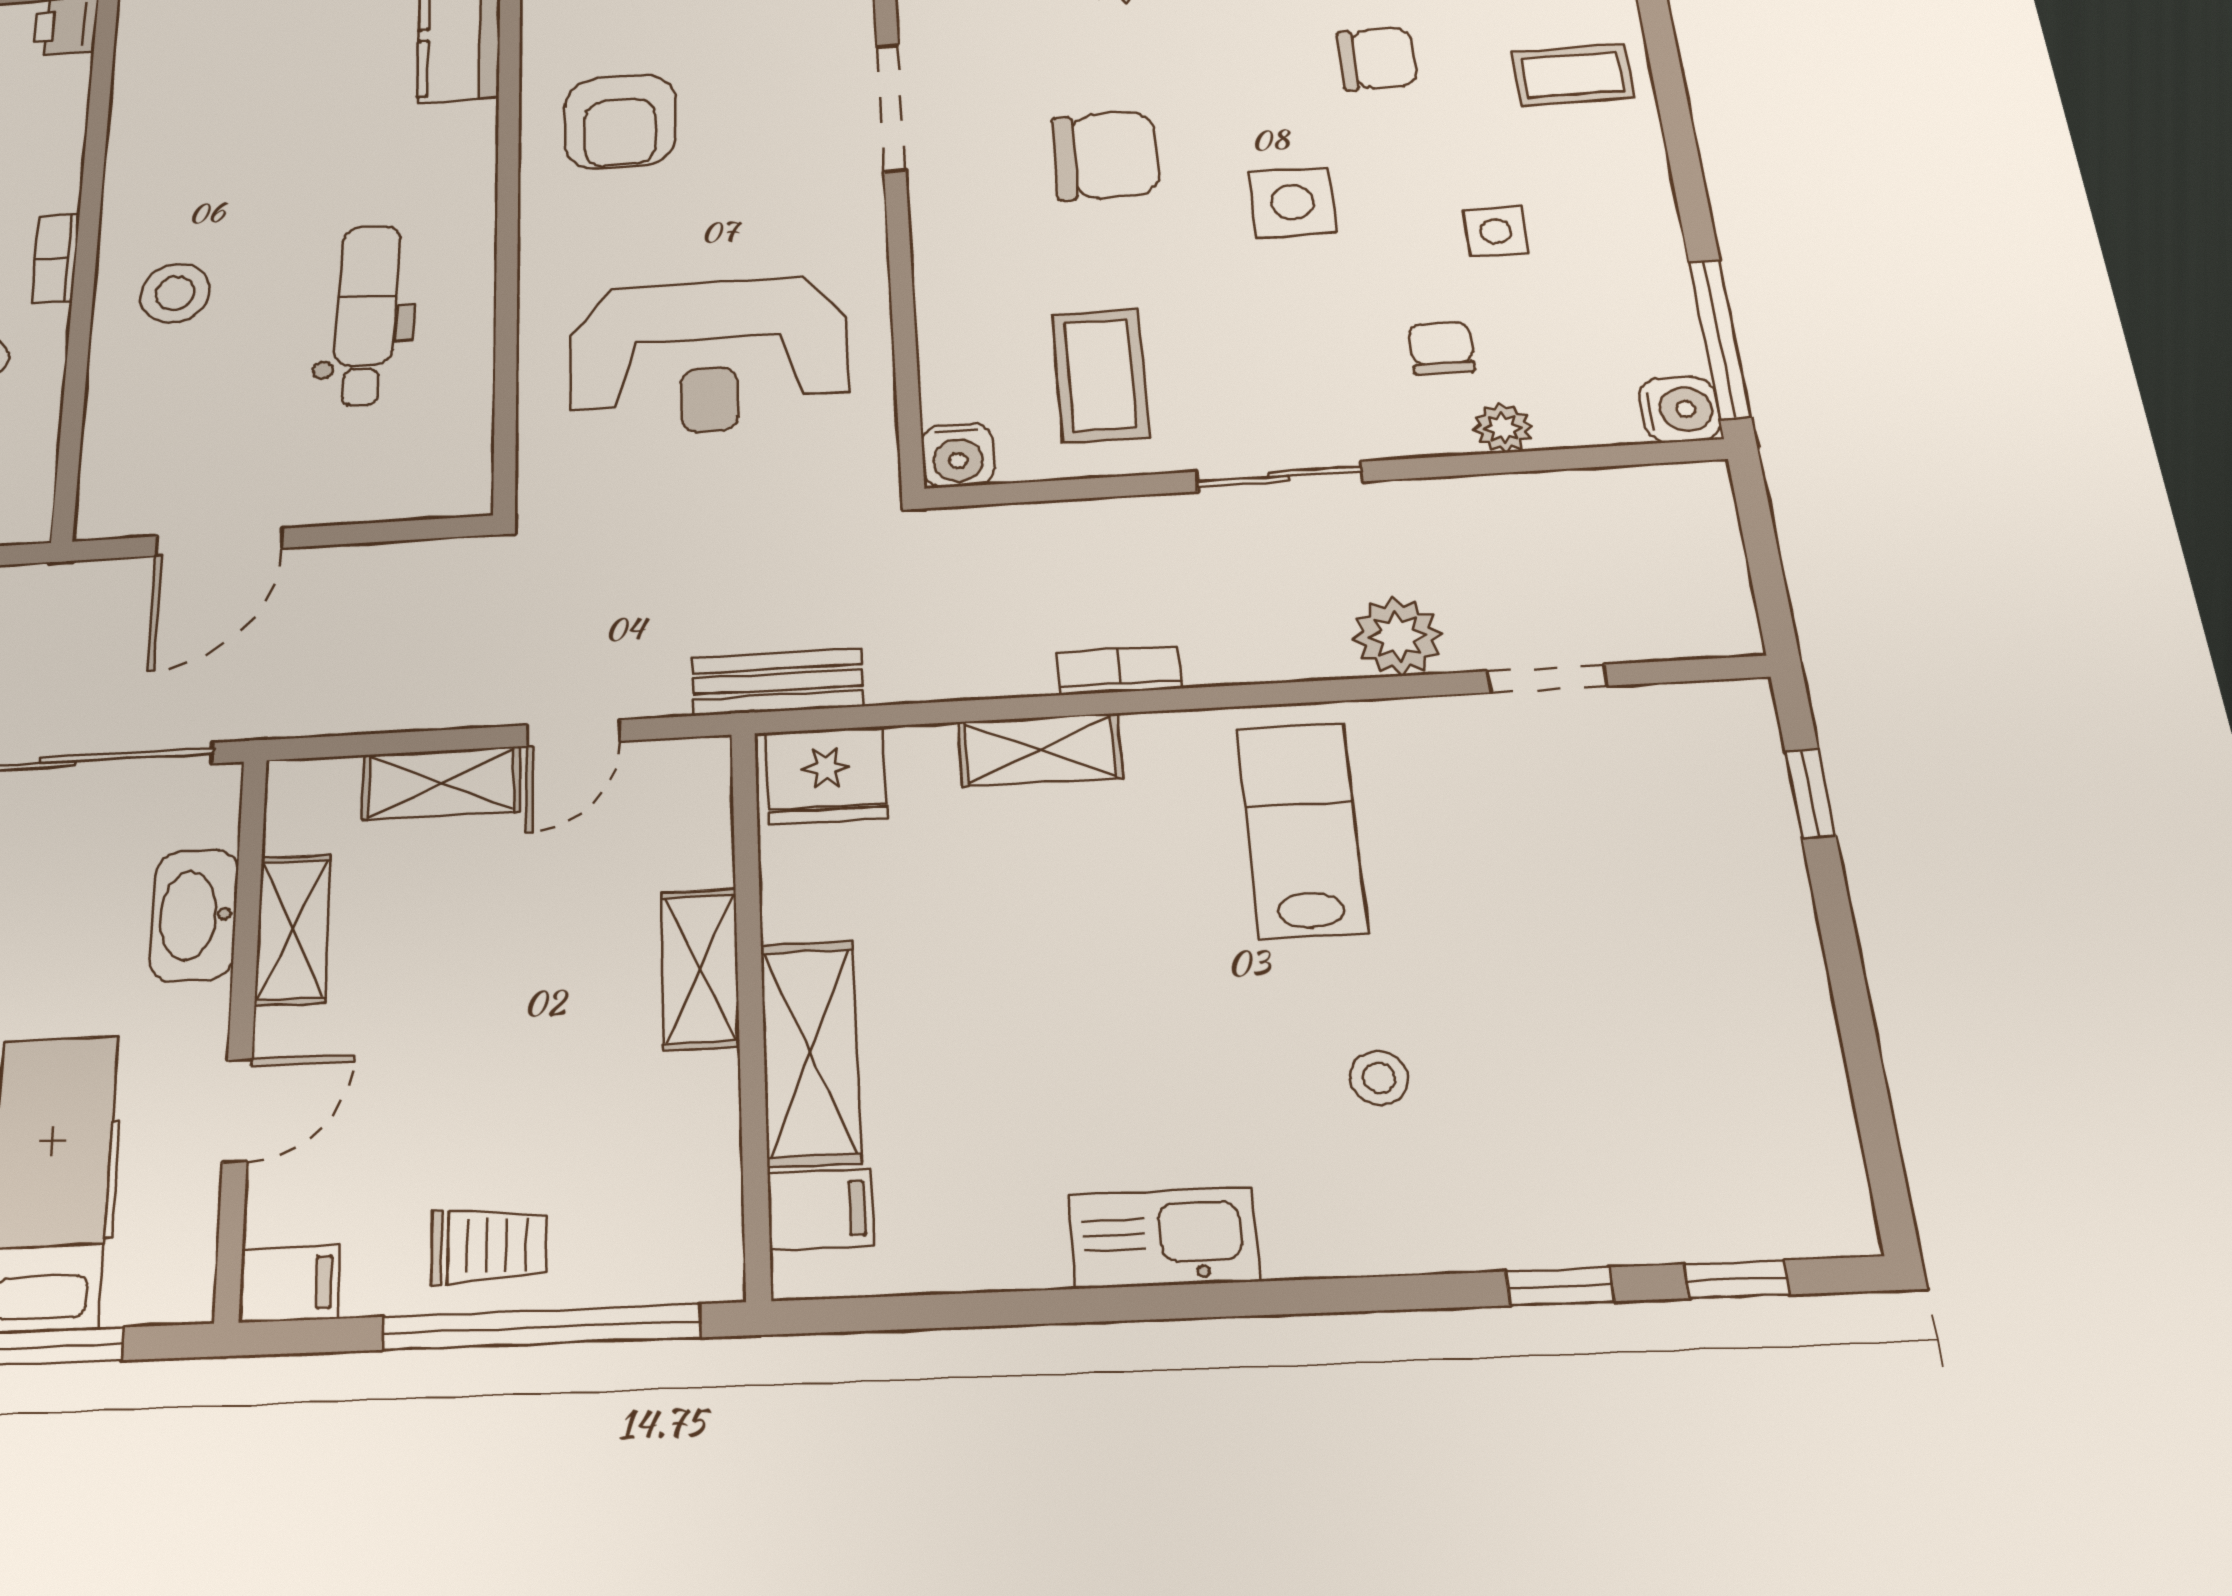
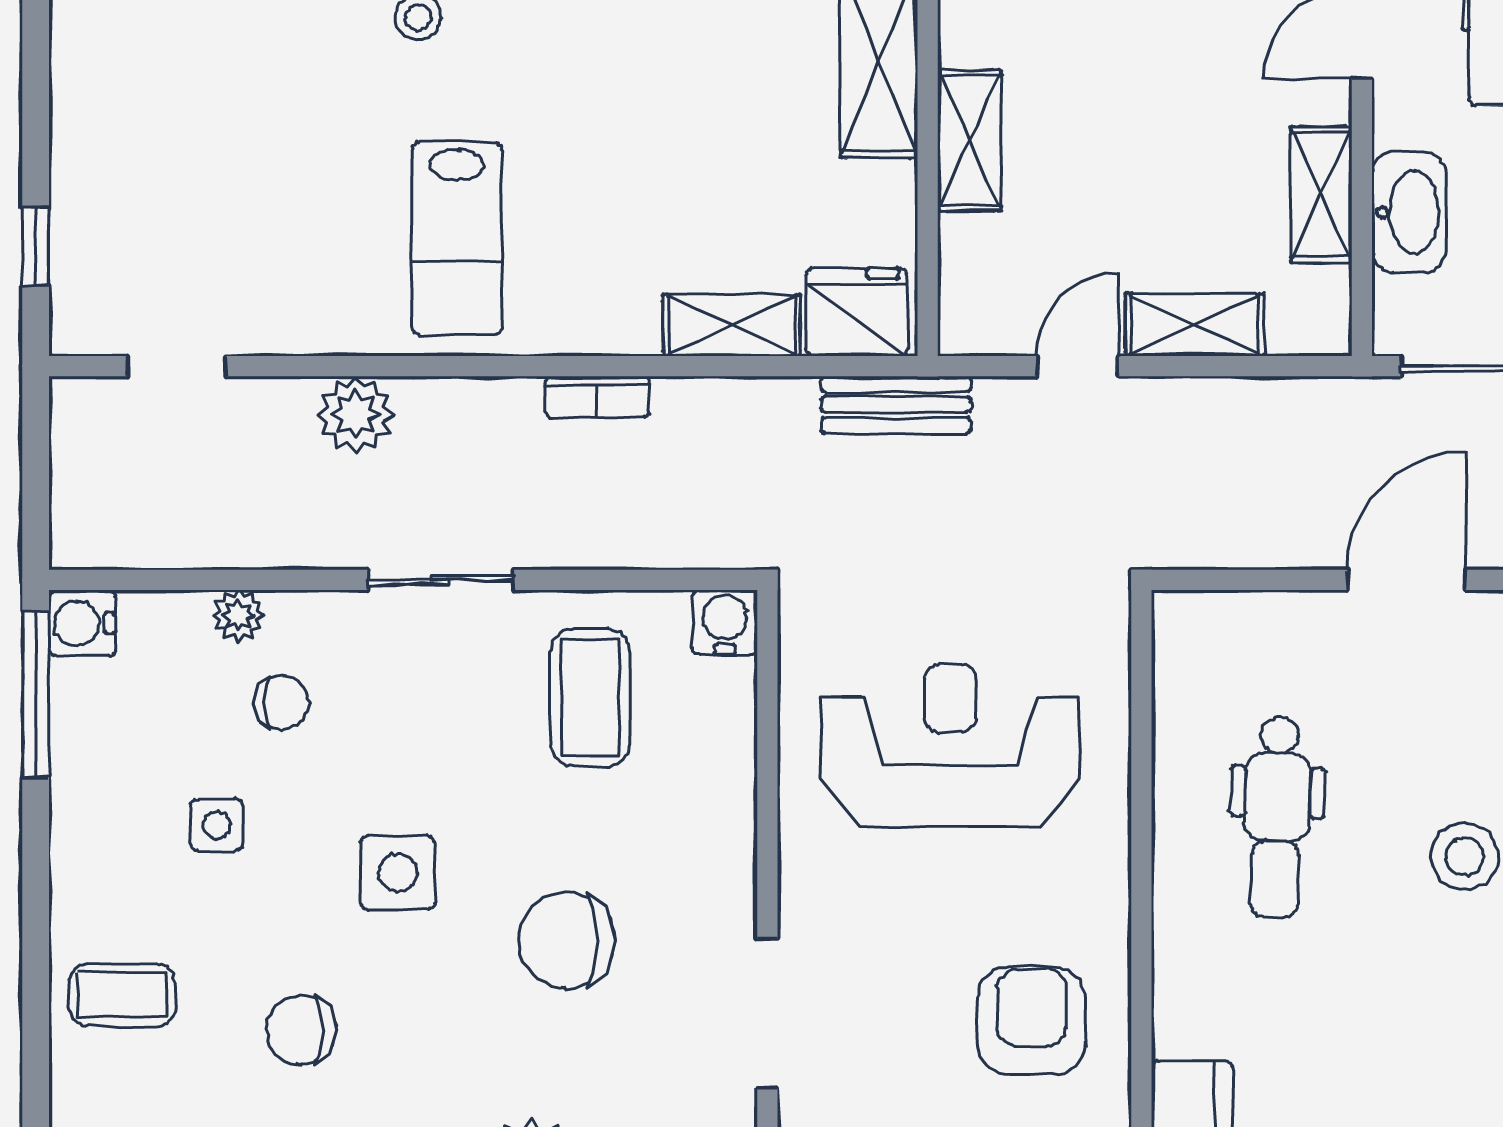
chair: (1441, 348) -> (282, 703), turned -90
doorway: (1547, 678) -> (176, 366), moved
shelving: (1040, 750) -> (732, 325), moved

